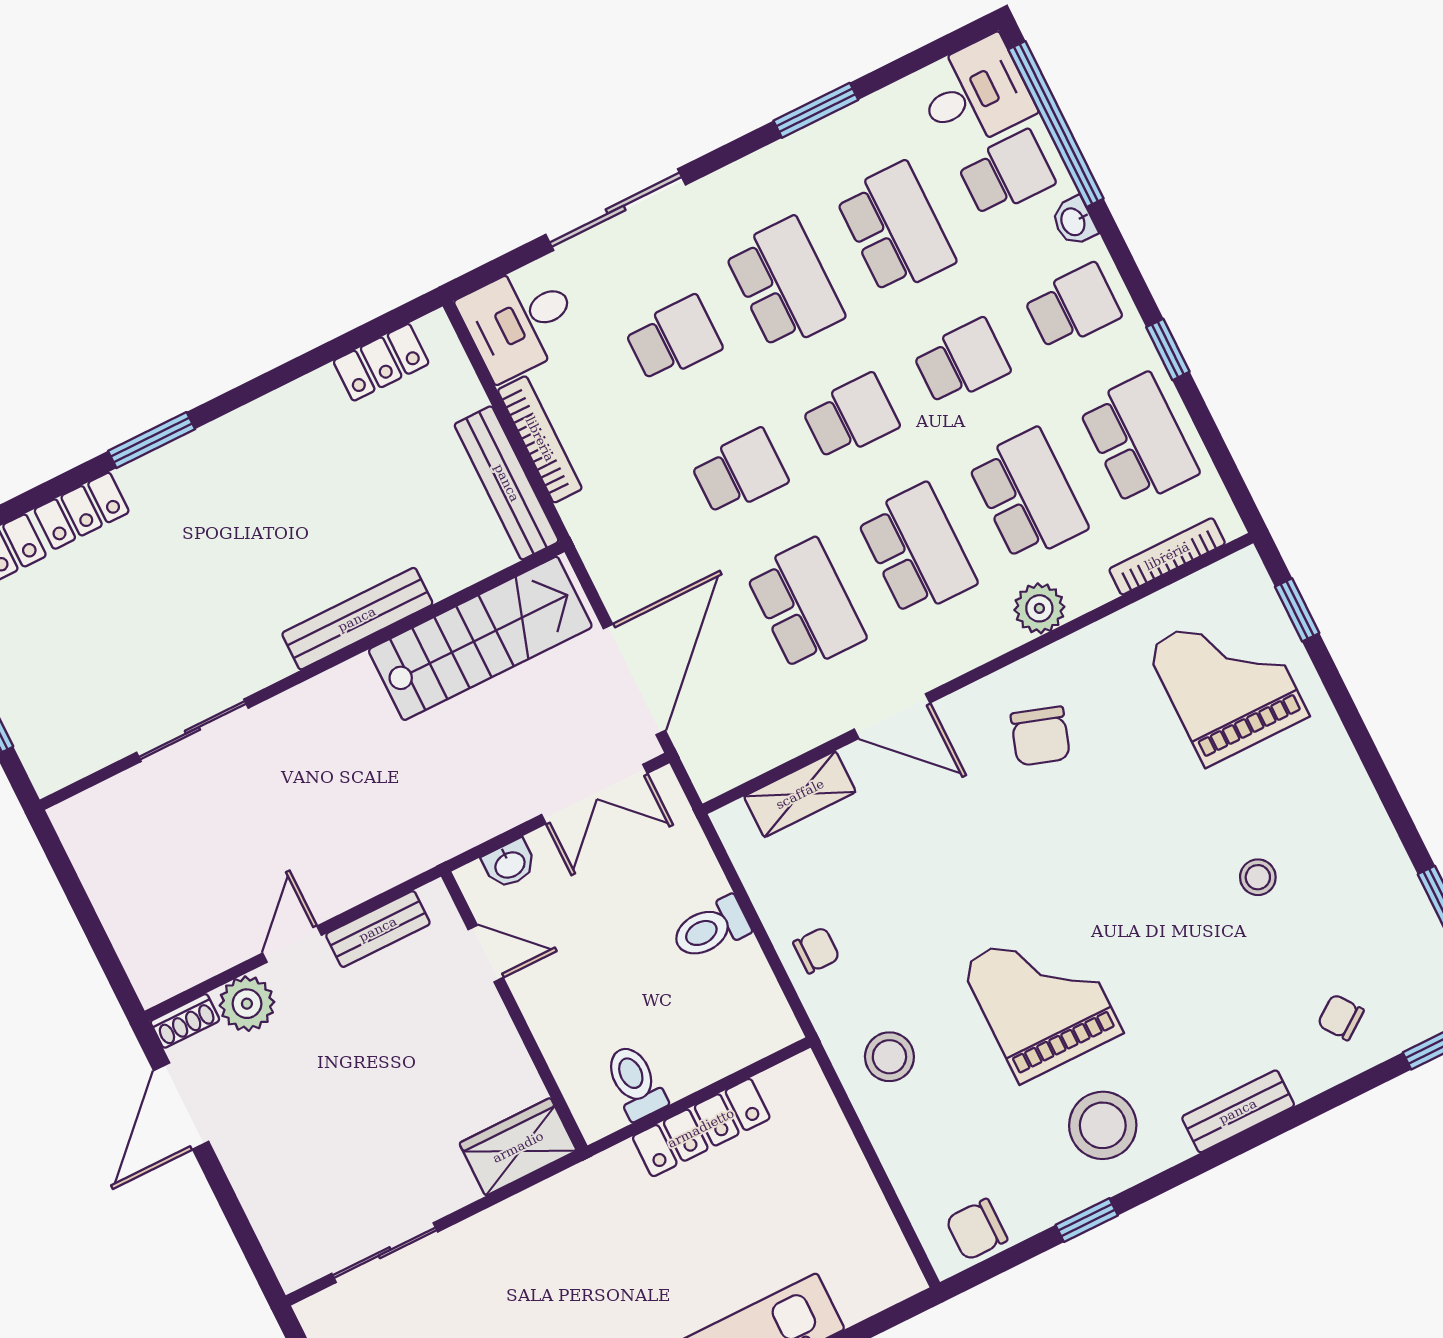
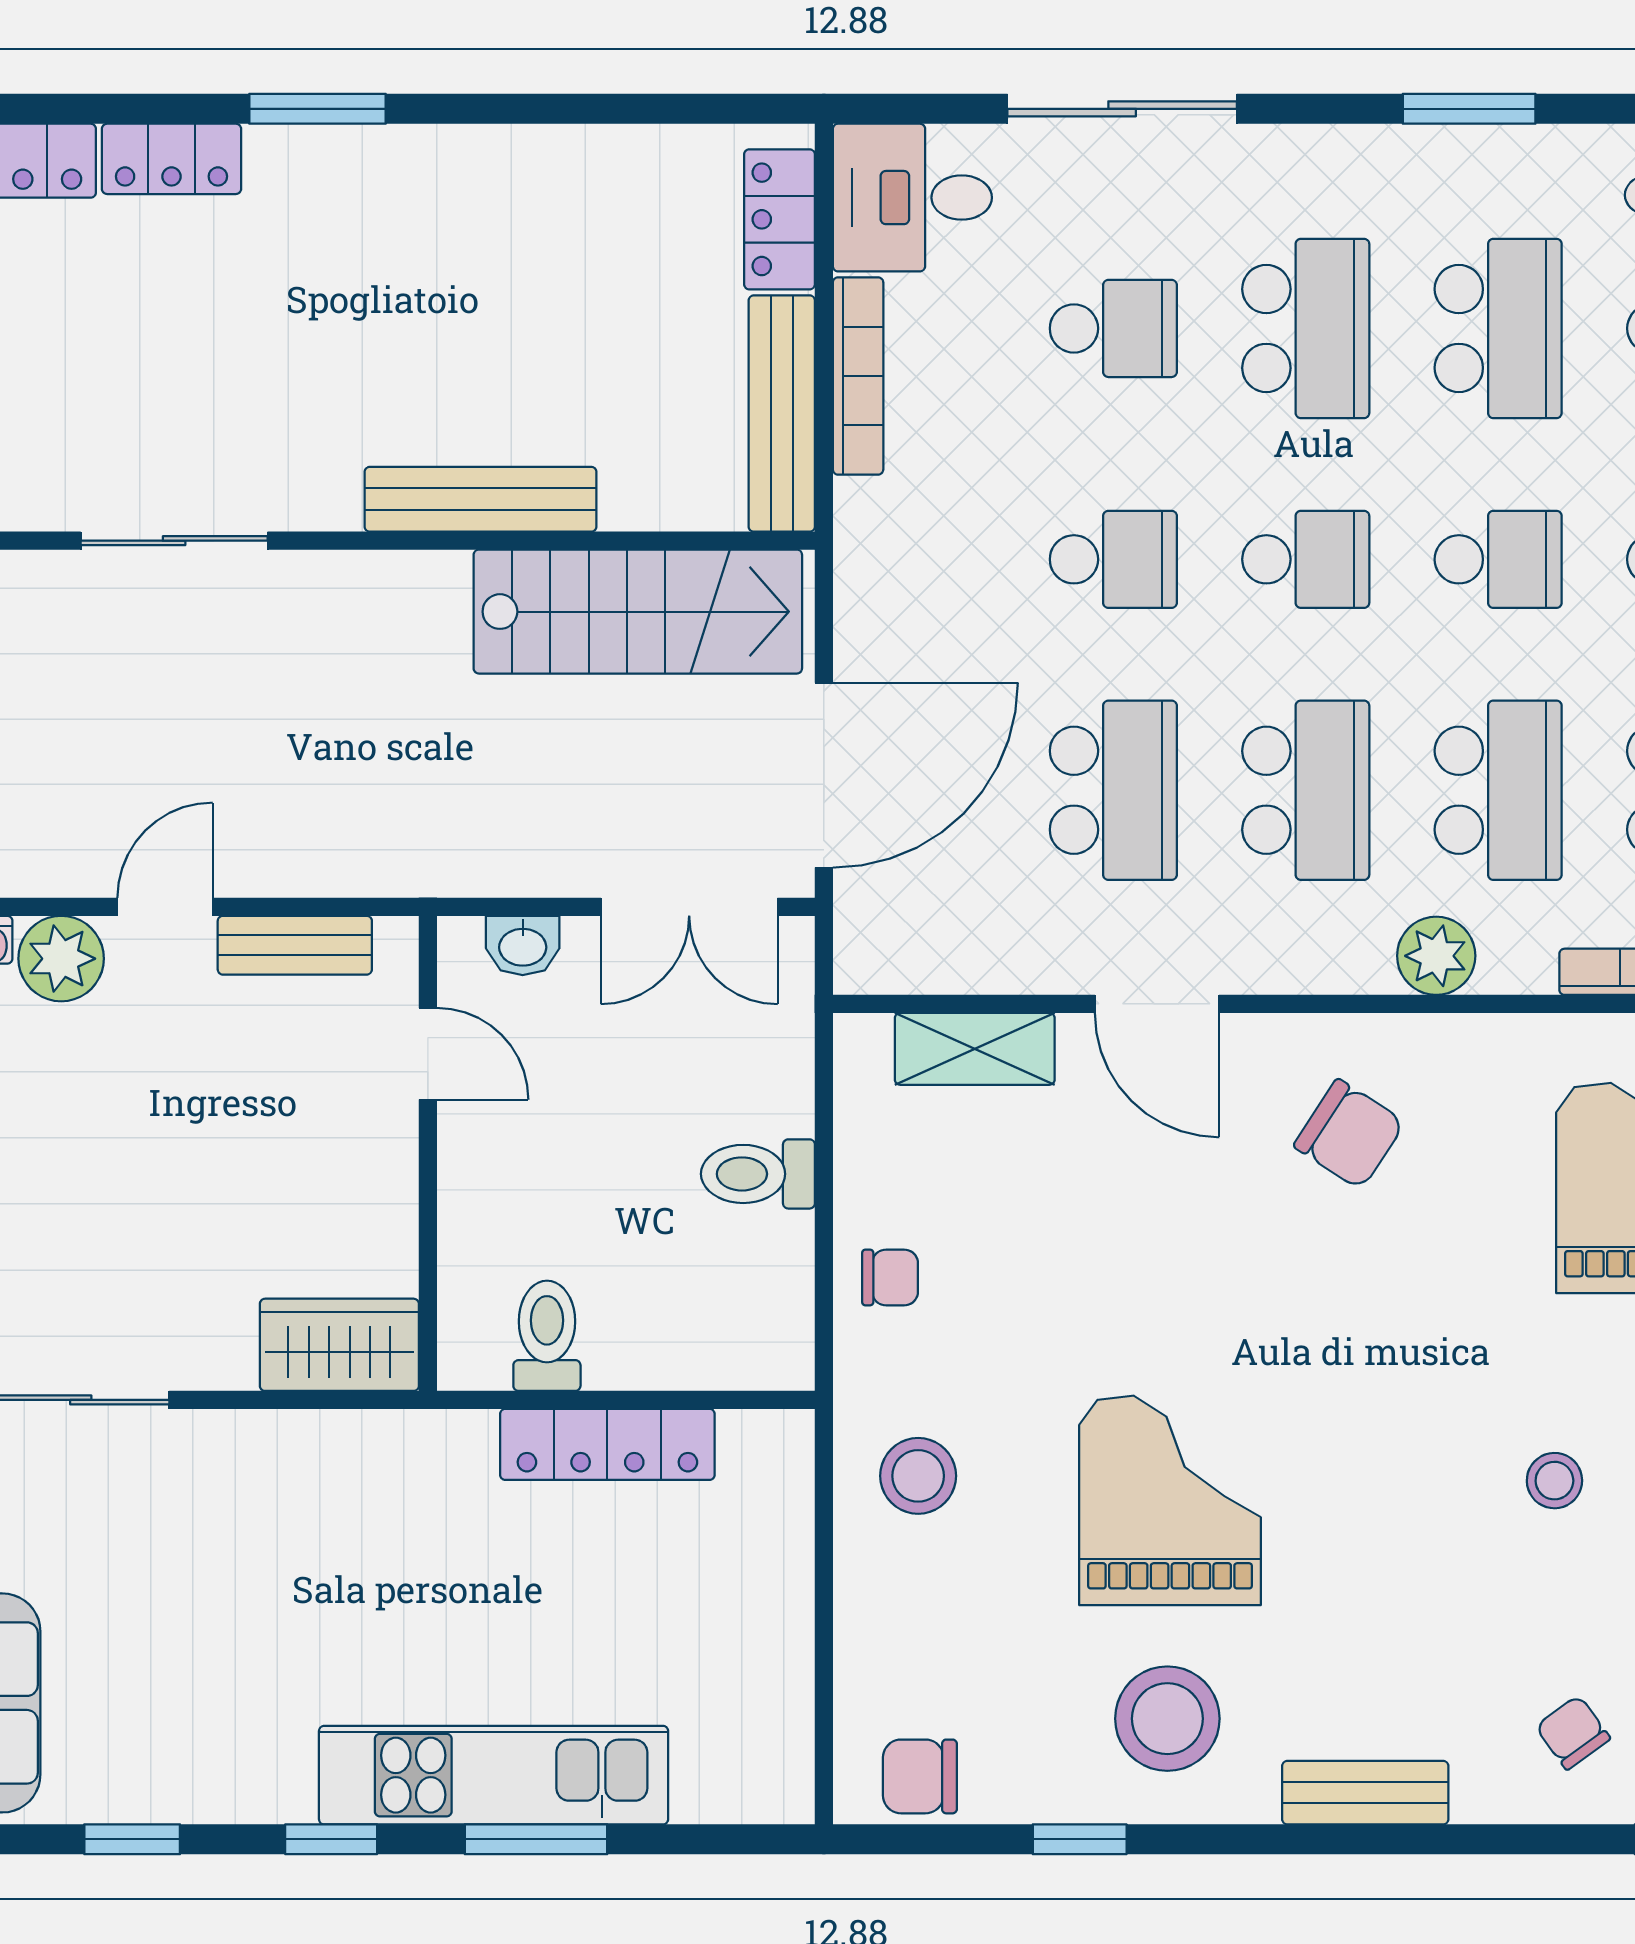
locker: (381, 362) -> (779, 219), moved, turned 90
chair: (1040, 736) -> (1349, 1134), turned -75

